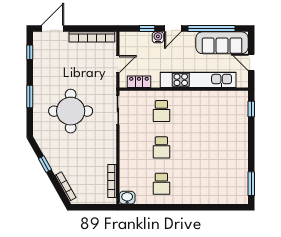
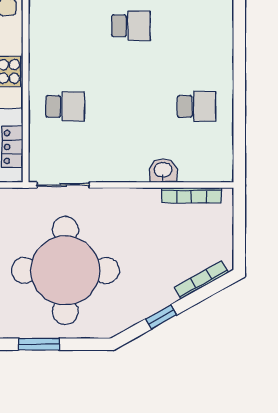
round table: (71, 111) -> (65, 270), width x1.36, depth x1.36
school desk: (161, 147) -> (131, 26), moved
washbasin: (127, 198) -> (163, 170), moved, turned 90

